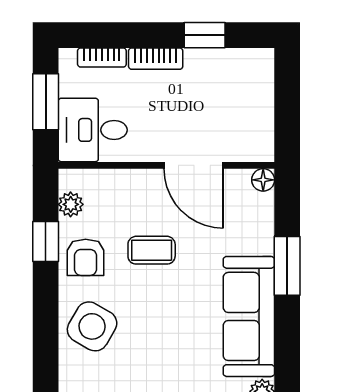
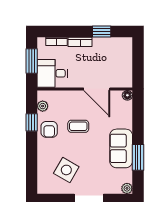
window: (287, 266) -> (138, 157), moved
sofa: (249, 316) -> (121, 148), width x0.73
side table: (92, 326) -> (66, 170), moved

